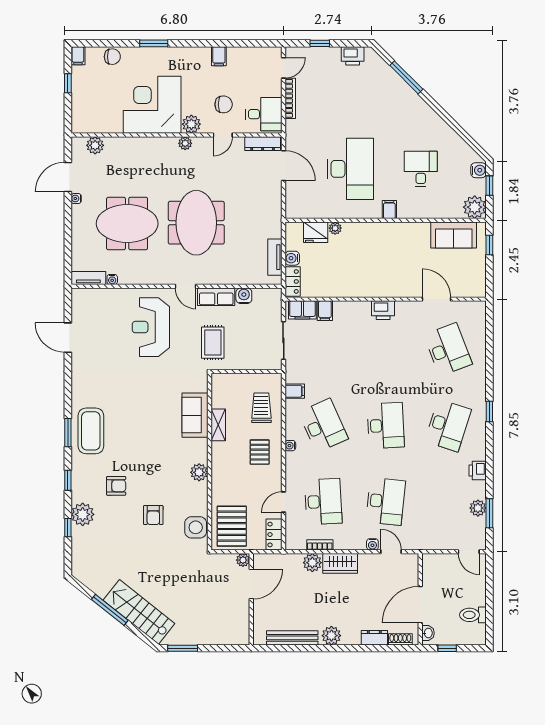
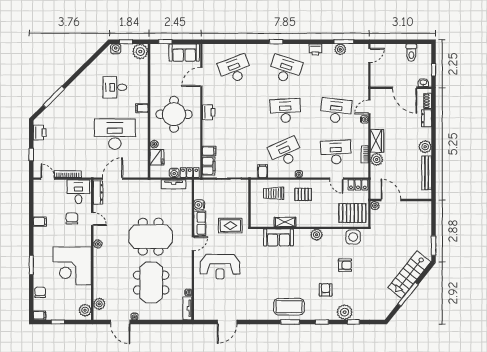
plant: (191, 124) -> (85, 310), moved
sofa: (454, 235) -> (184, 53), moved, turned 90
round table: (380, 258) -> (174, 114), added

